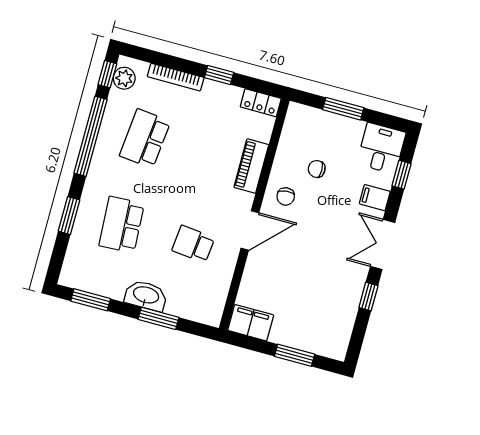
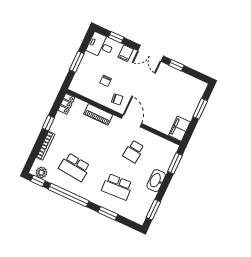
window: (159, 318) -> (175, 163), moved

